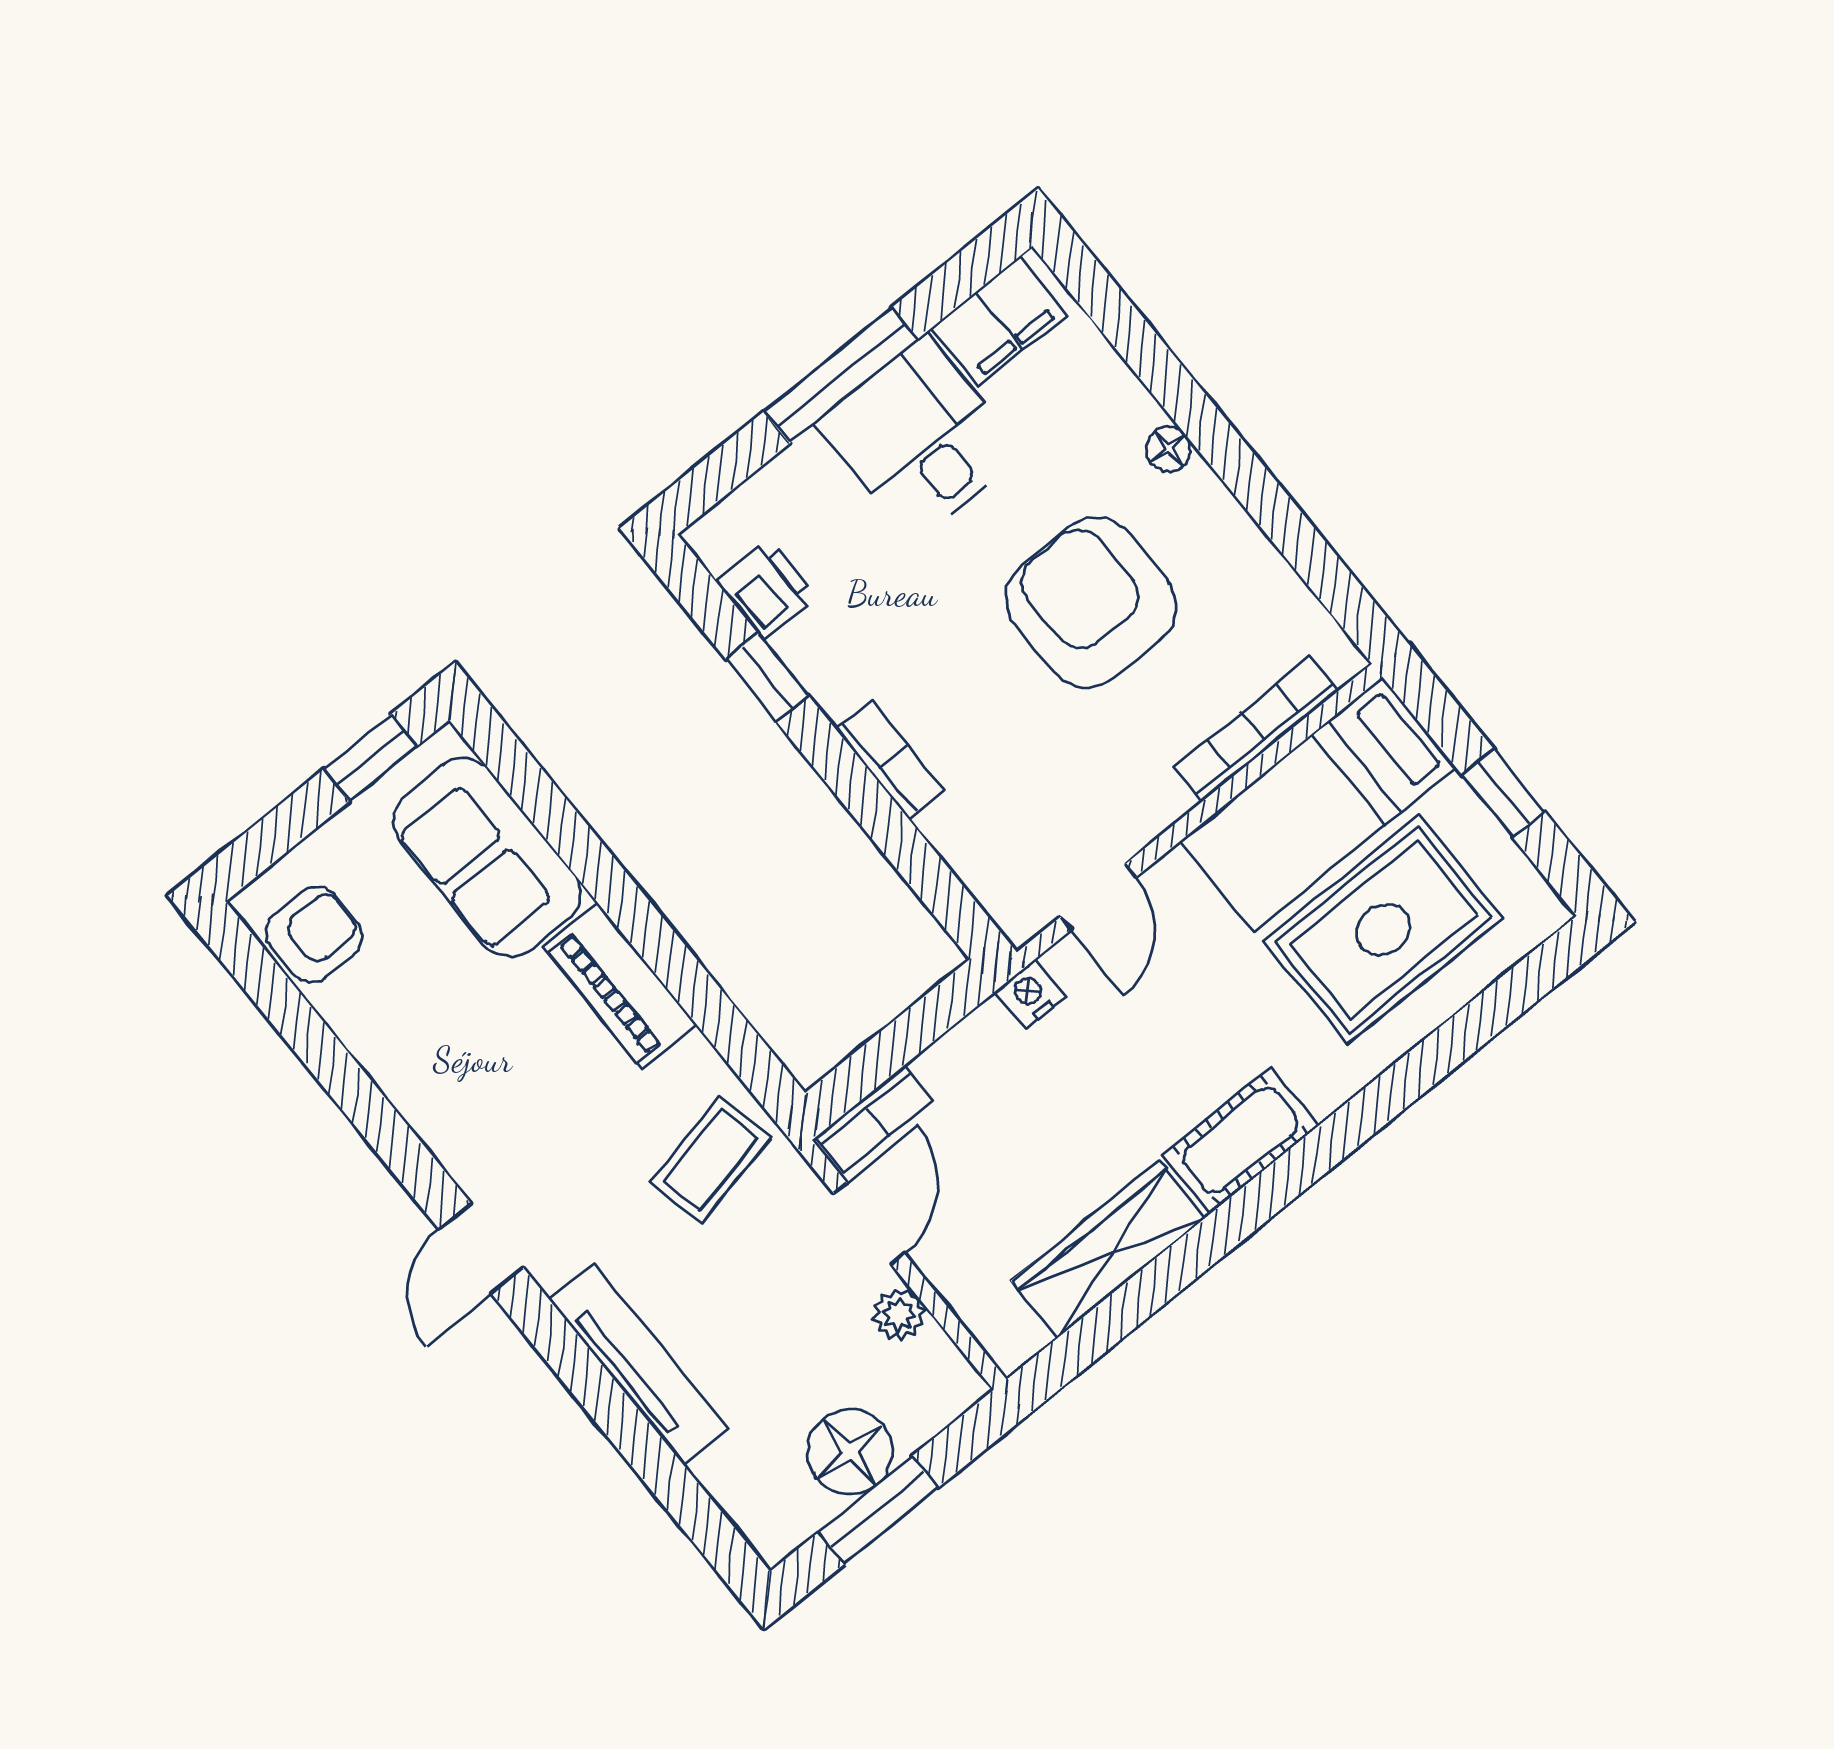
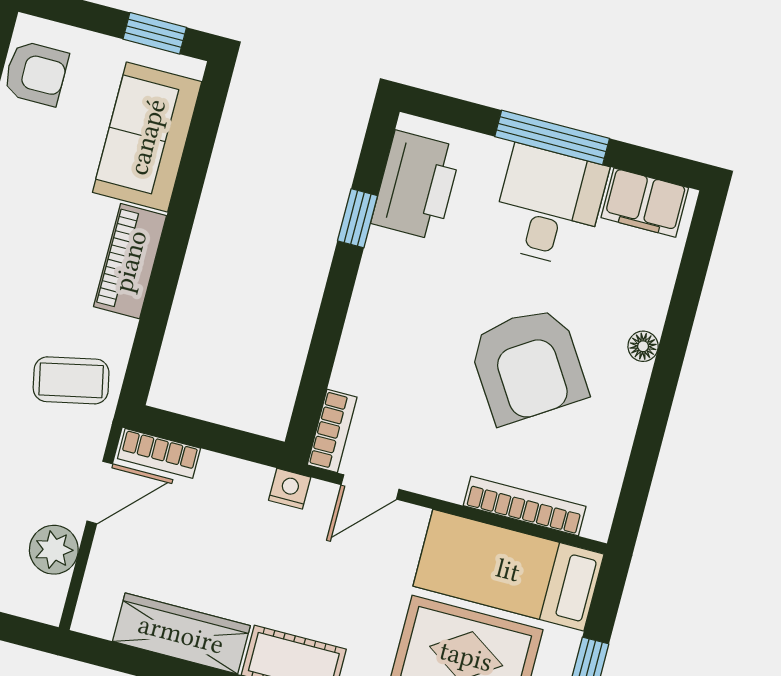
printer: (766, 589) -> (416, 185), width x1.87, depth x1.48
armchair: (1091, 603) -> (528, 365), turned 147
bookcase: (890, 759) -> (332, 431), moved
plant: (899, 1314) -> (54, 550), width x1.38, depth x1.38

